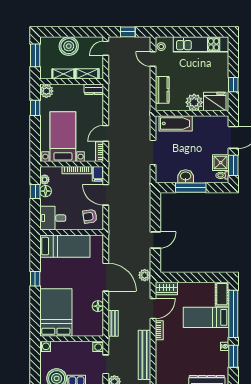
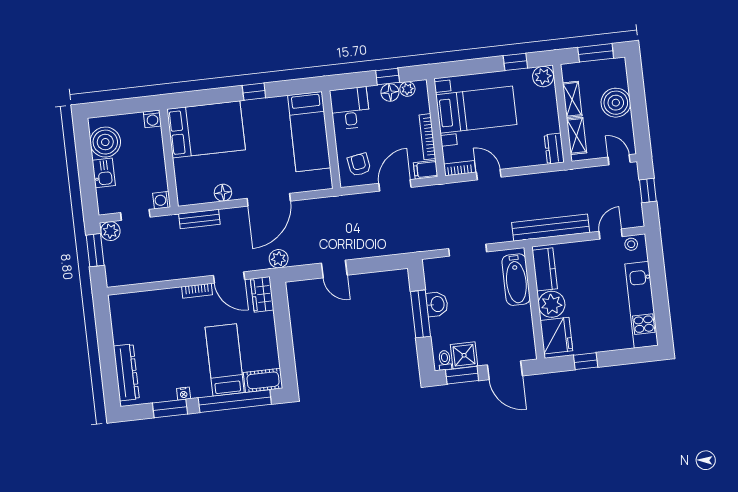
kitchen counter: (162, 90) -> (545, 269), moved, turned -90
bench: (145, 355) -> (551, 228), moved

